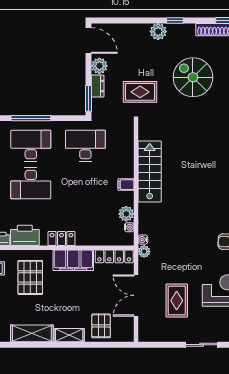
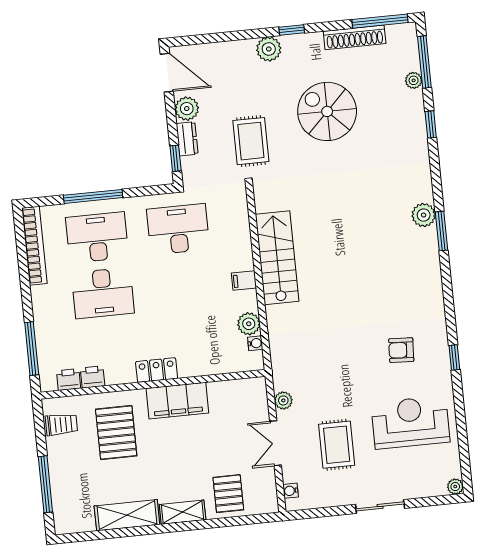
rug: (140, 92) -> (251, 141), turned 90
window: (89, 98) -> (176, 158), width x0.67
printer: (25, 235) -> (93, 377), width x0.53, depth x0.68
water cooler: (143, 240) -> (291, 491), moved
plant: (144, 251) -> (283, 400), moved
locker: (114, 256) -> (237, 389), removed
double door: (136, 295) -> (275, 443), width x0.73

